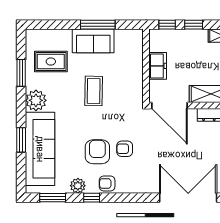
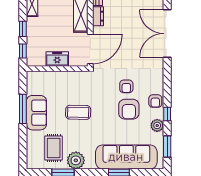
plant: (36, 100) -> (76, 160), moved
armchair: (97, 152) -> (129, 109), turned -90

